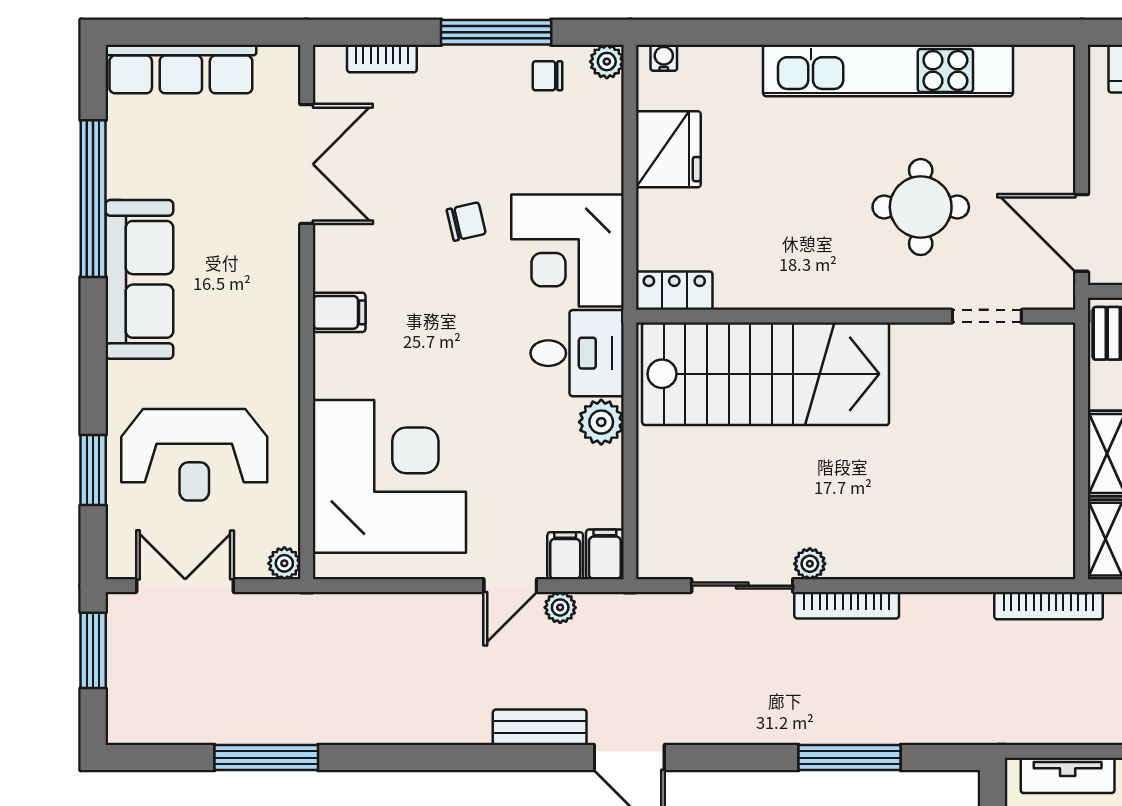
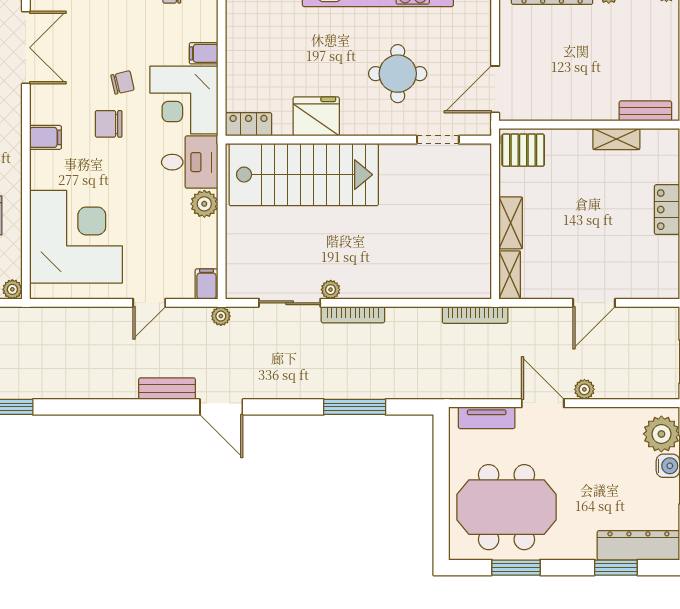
fridge: (668, 149) -> (316, 116), moved, turned -90
door: (1082, 233) -> (495, 89), hinge flipped
chair: (443, 290) -> (109, 124), added
filing cabinet: (565, 556) -> (204, 53), moved, turned -90
plant: (560, 607) -> (221, 316), moved

